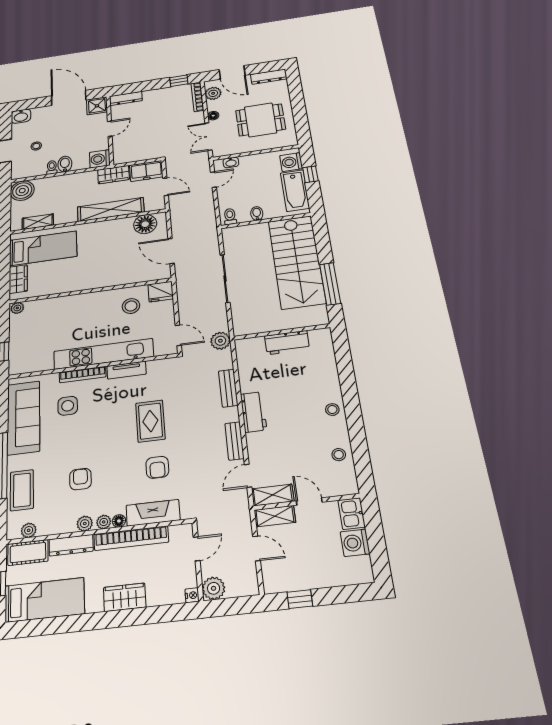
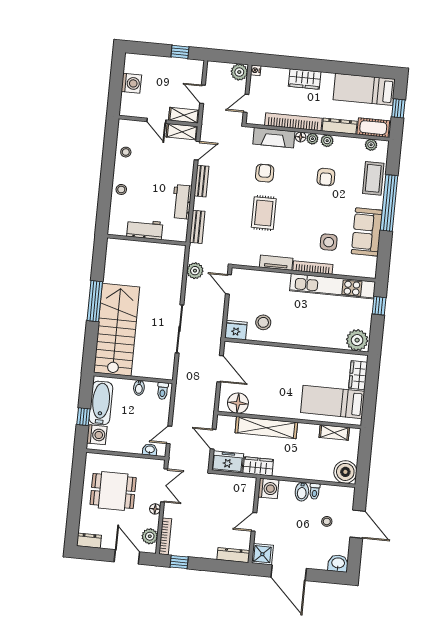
dresser: (269, 77) -> (89, 541), width x0.70
plant: (17, 308) -> (357, 340), width x1.87, depth x1.87
wall: (282, 332) -> (147, 240), moved
workbench: (287, 343) -> (145, 229), moved
kitchen unit: (103, 354) -> (333, 286), moved
sofa: (24, 418) -> (367, 232), width x0.73
kitchen sink: (352, 514) -> (128, 105), removed

